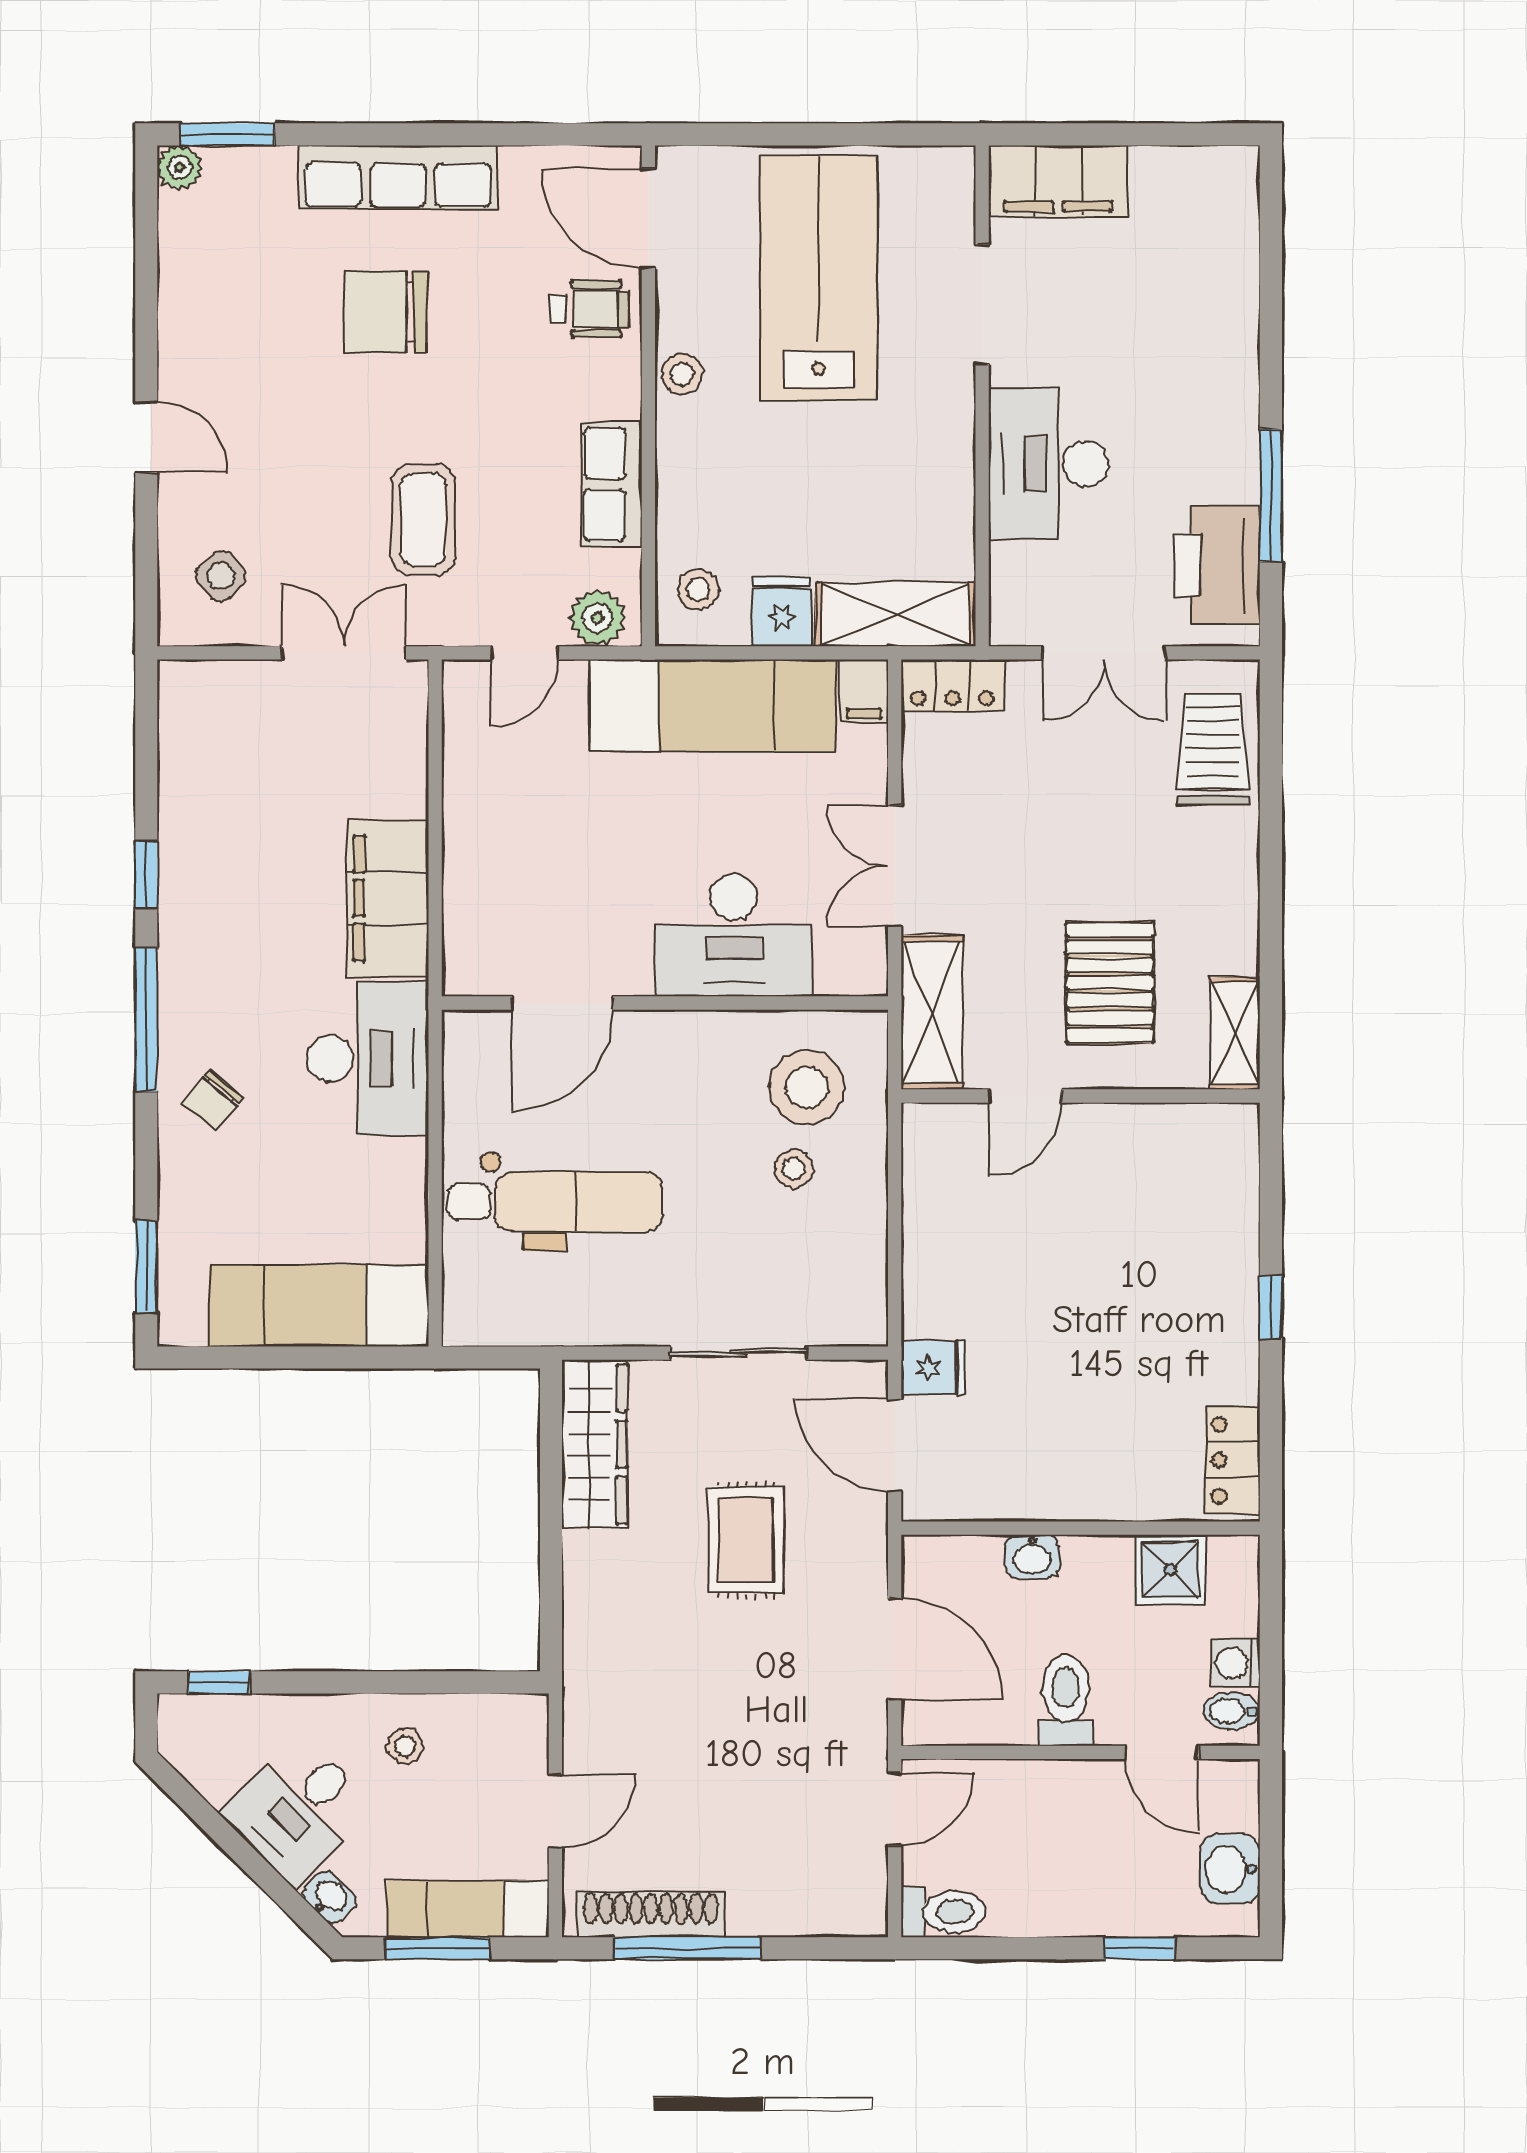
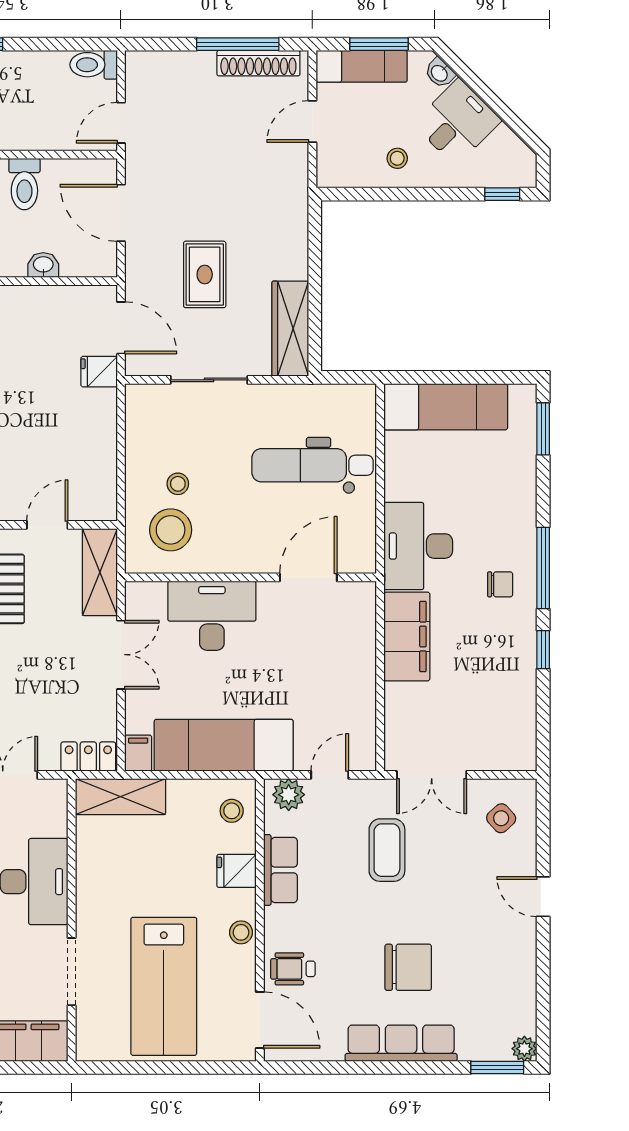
fridge: (782, 611) -> (236, 871), moved, turned 90
chair: (213, 1101) -> (500, 584), moved, turned 51

